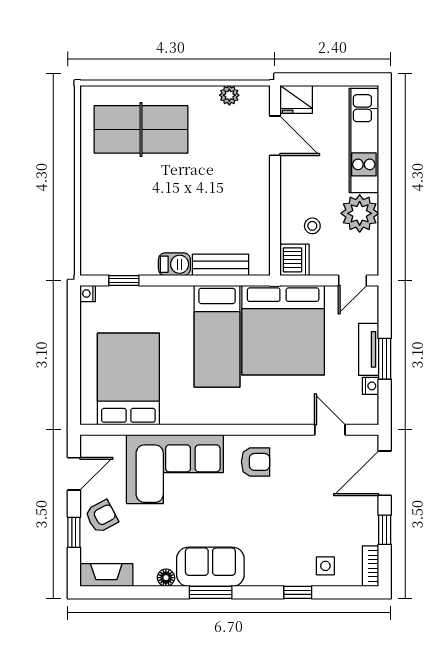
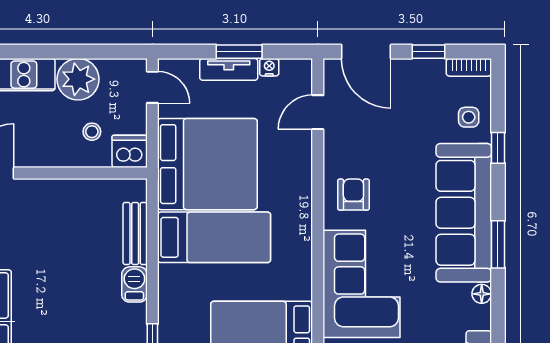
sofa: (210, 567) -> (464, 213), width x1.85, depth x1.27

